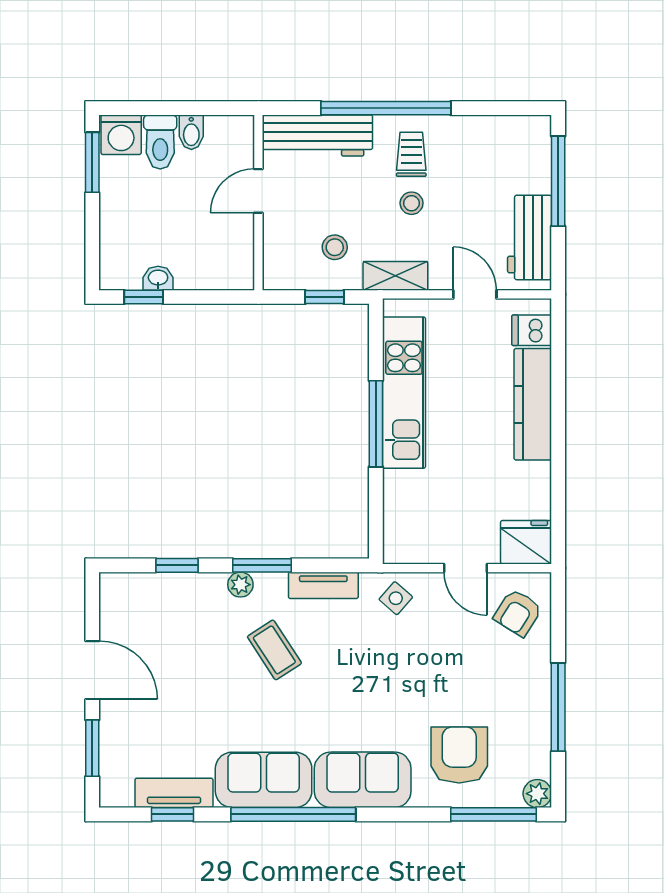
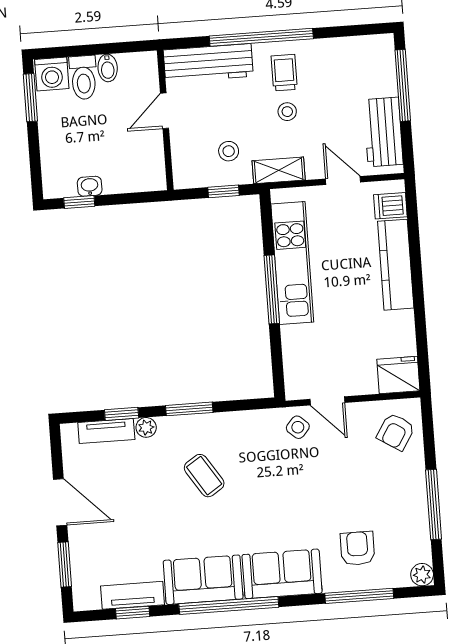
door: (466, 568) -> (327, 401), moved
plant: (240, 585) -> (146, 427), moved
tv unit: (323, 585) -> (106, 431), moved
armchair: (459, 755) -> (357, 548), width x0.72, depth x0.72
window: (494, 814) -> (359, 596), moved

